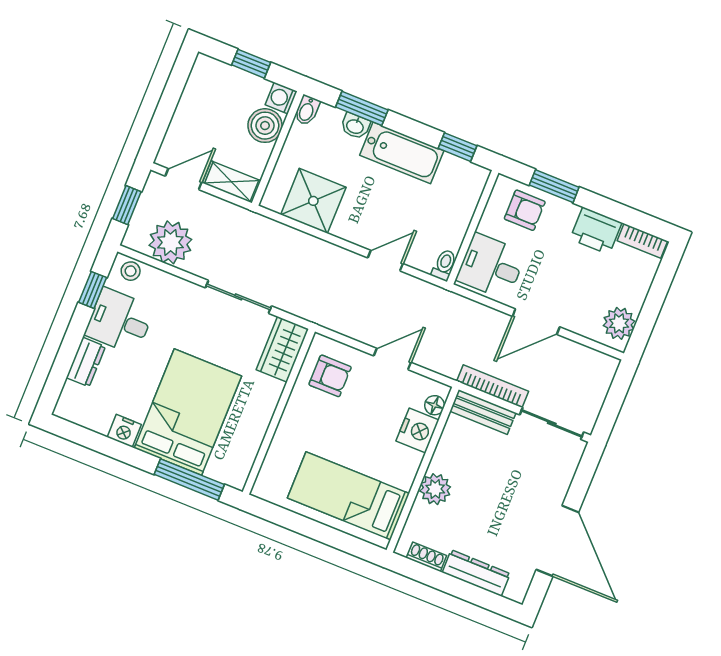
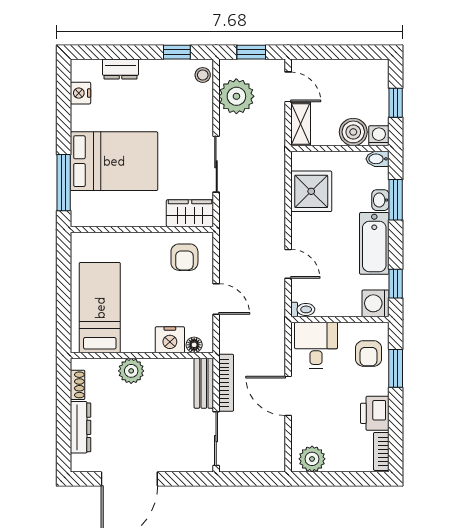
washing machine: (471, 179) -> (375, 303), added
desk: (120, 321) -> (162, 82), removed
nightstand: (124, 431) -> (80, 93), moved

